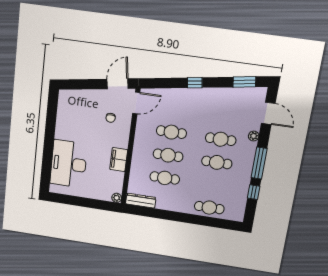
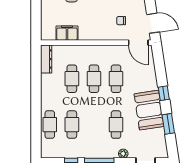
window: (244, 82) -> (168, 124), moved
booth: (211, 101) -> (149, 110), added
filing cabinet: (119, 160) -> (67, 33), moved
cafe table: (217, 162) -> (72, 125), moved
plant: (117, 198) -> (45, 36), removed

